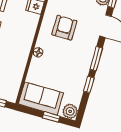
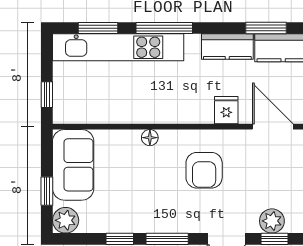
armchair: (64, 28) -> (204, 170), turned 90

